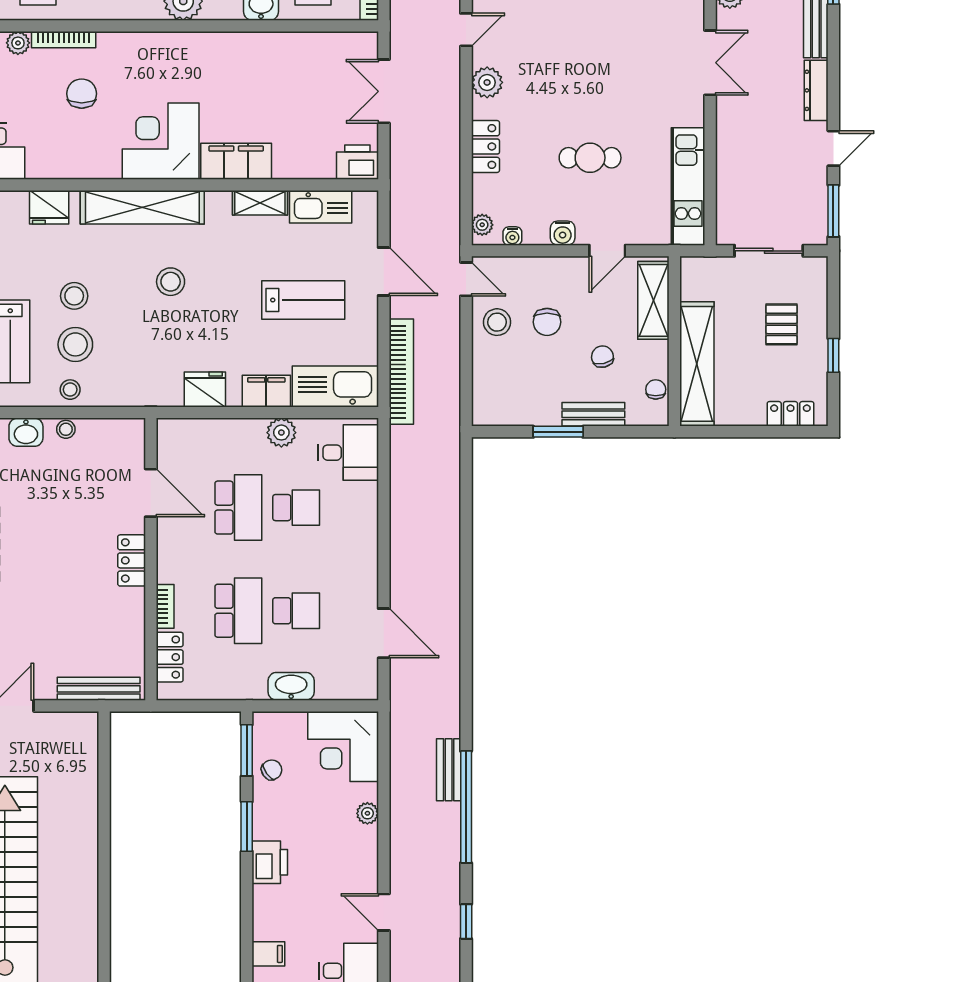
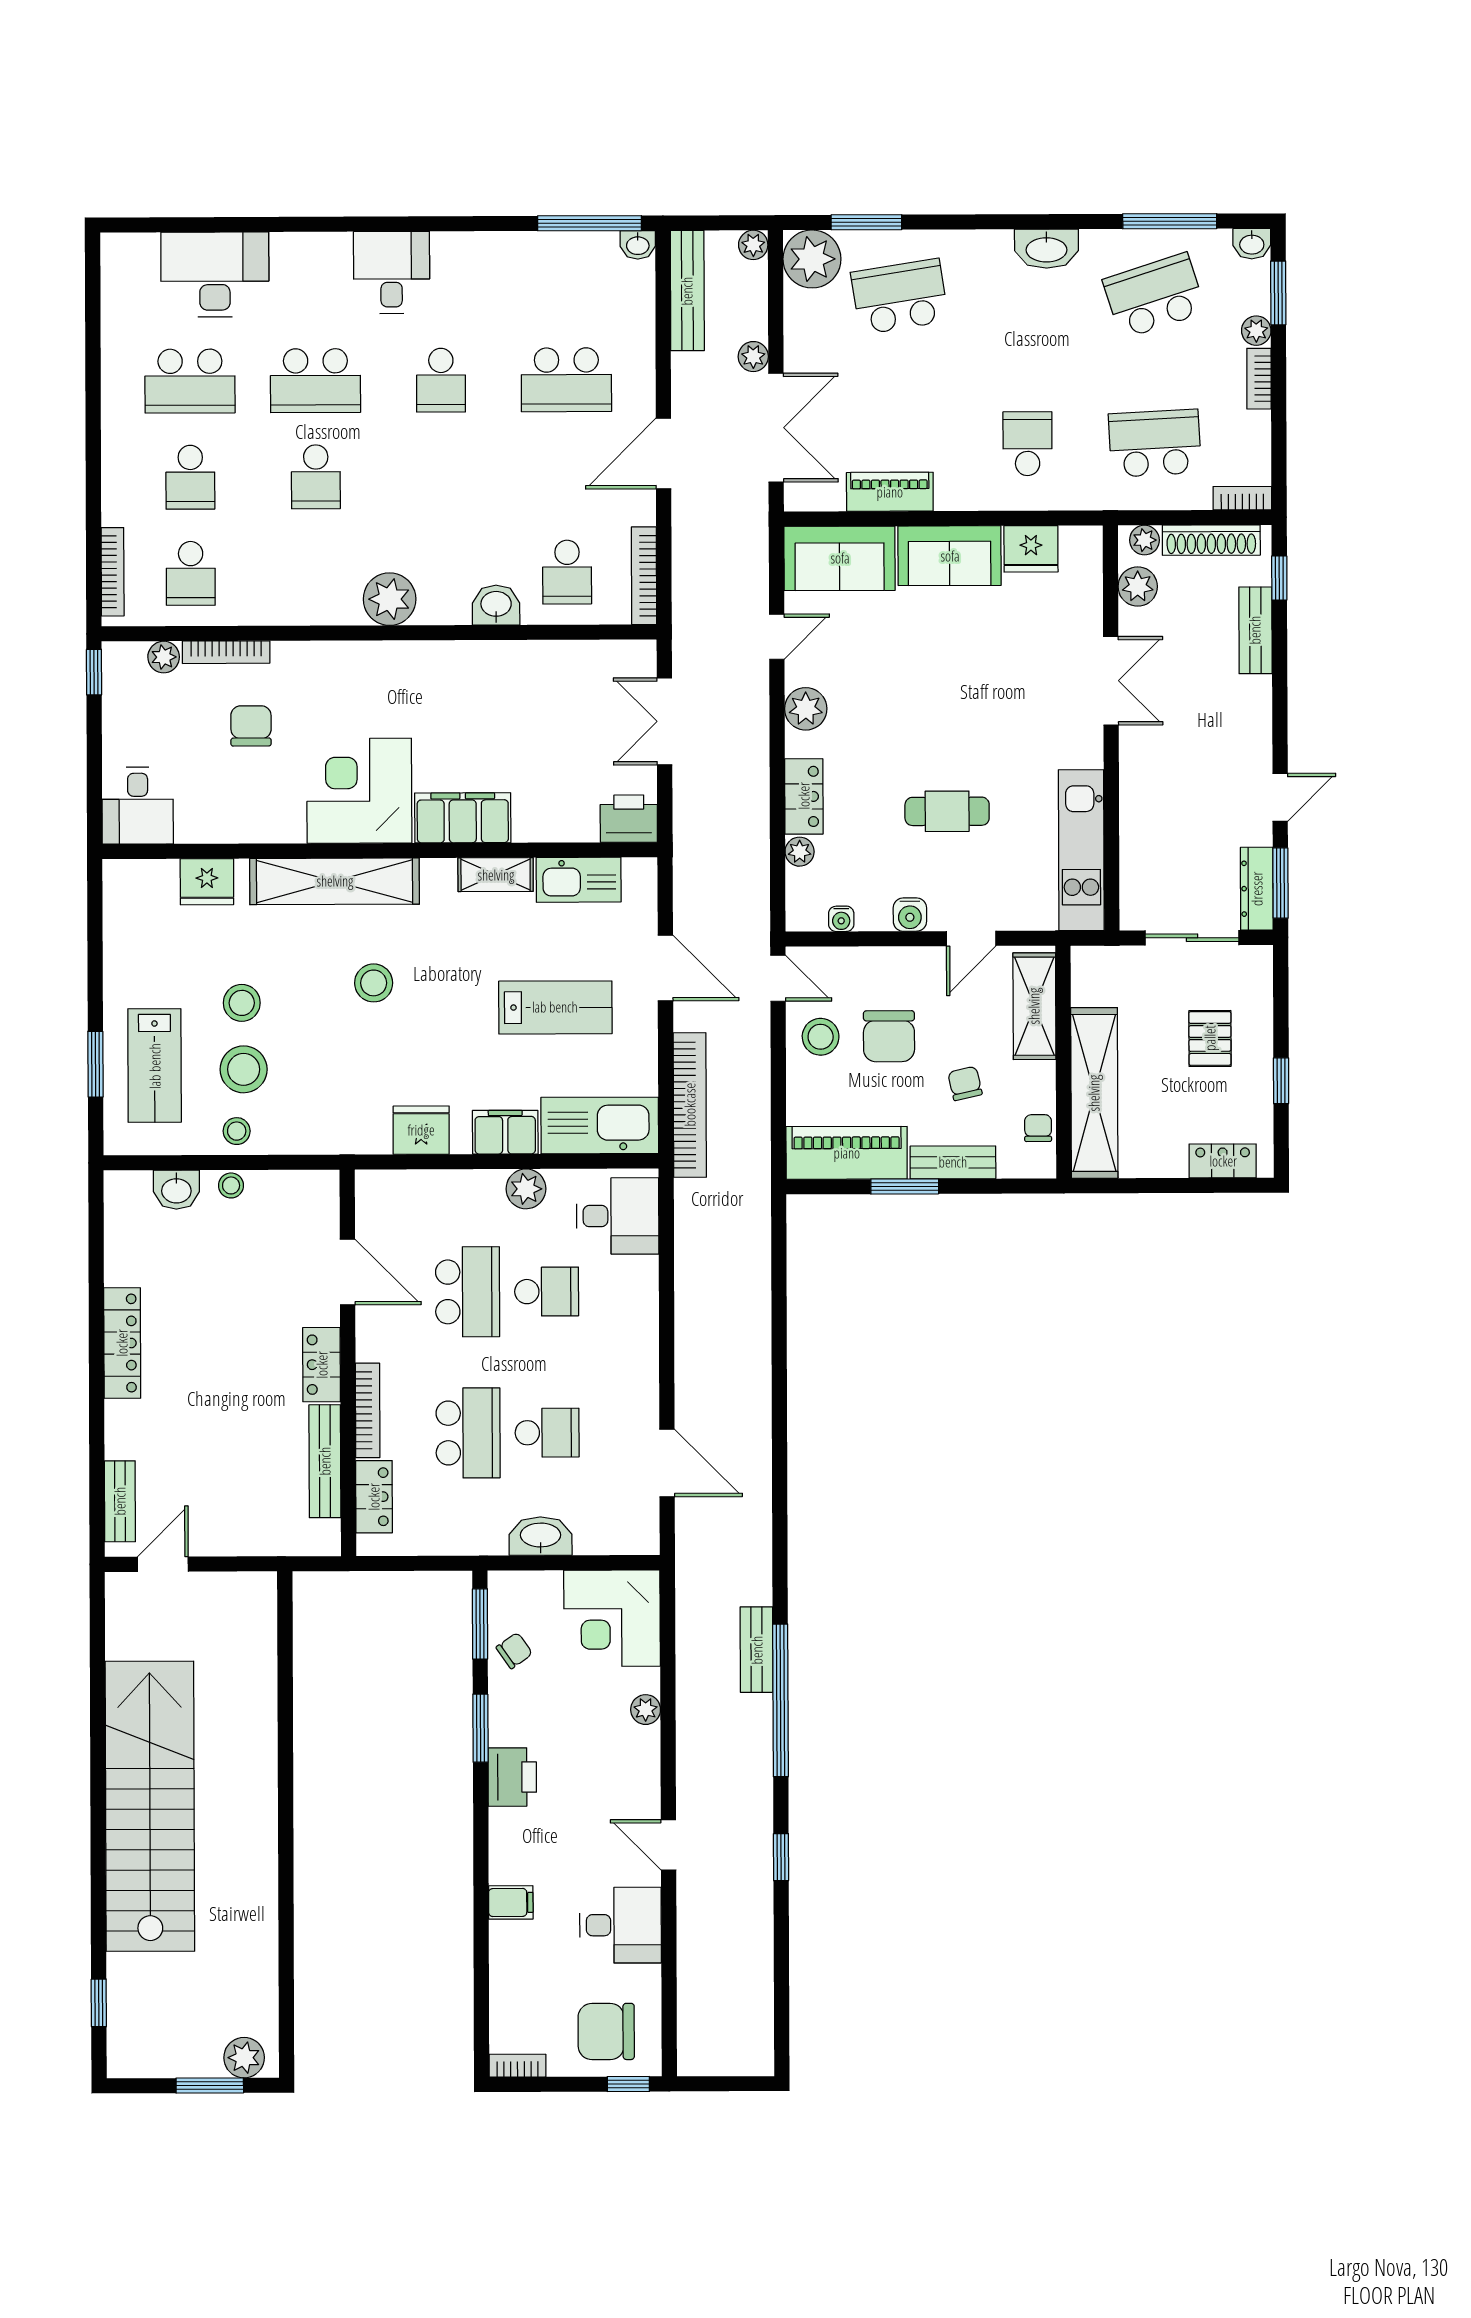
dresser: (816, 90) -> (1257, 889), moved
plant: (482, 225) -> (800, 852), moved
chair: (547, 322) -> (889, 1036), width x1.37, depth x1.37
piano: (516, 407) -> (847, 1153), added
bookcase: (165, 606) -> (368, 1410), width x1.56
bench: (99, 689) -> (325, 1461), moved, turned 90

